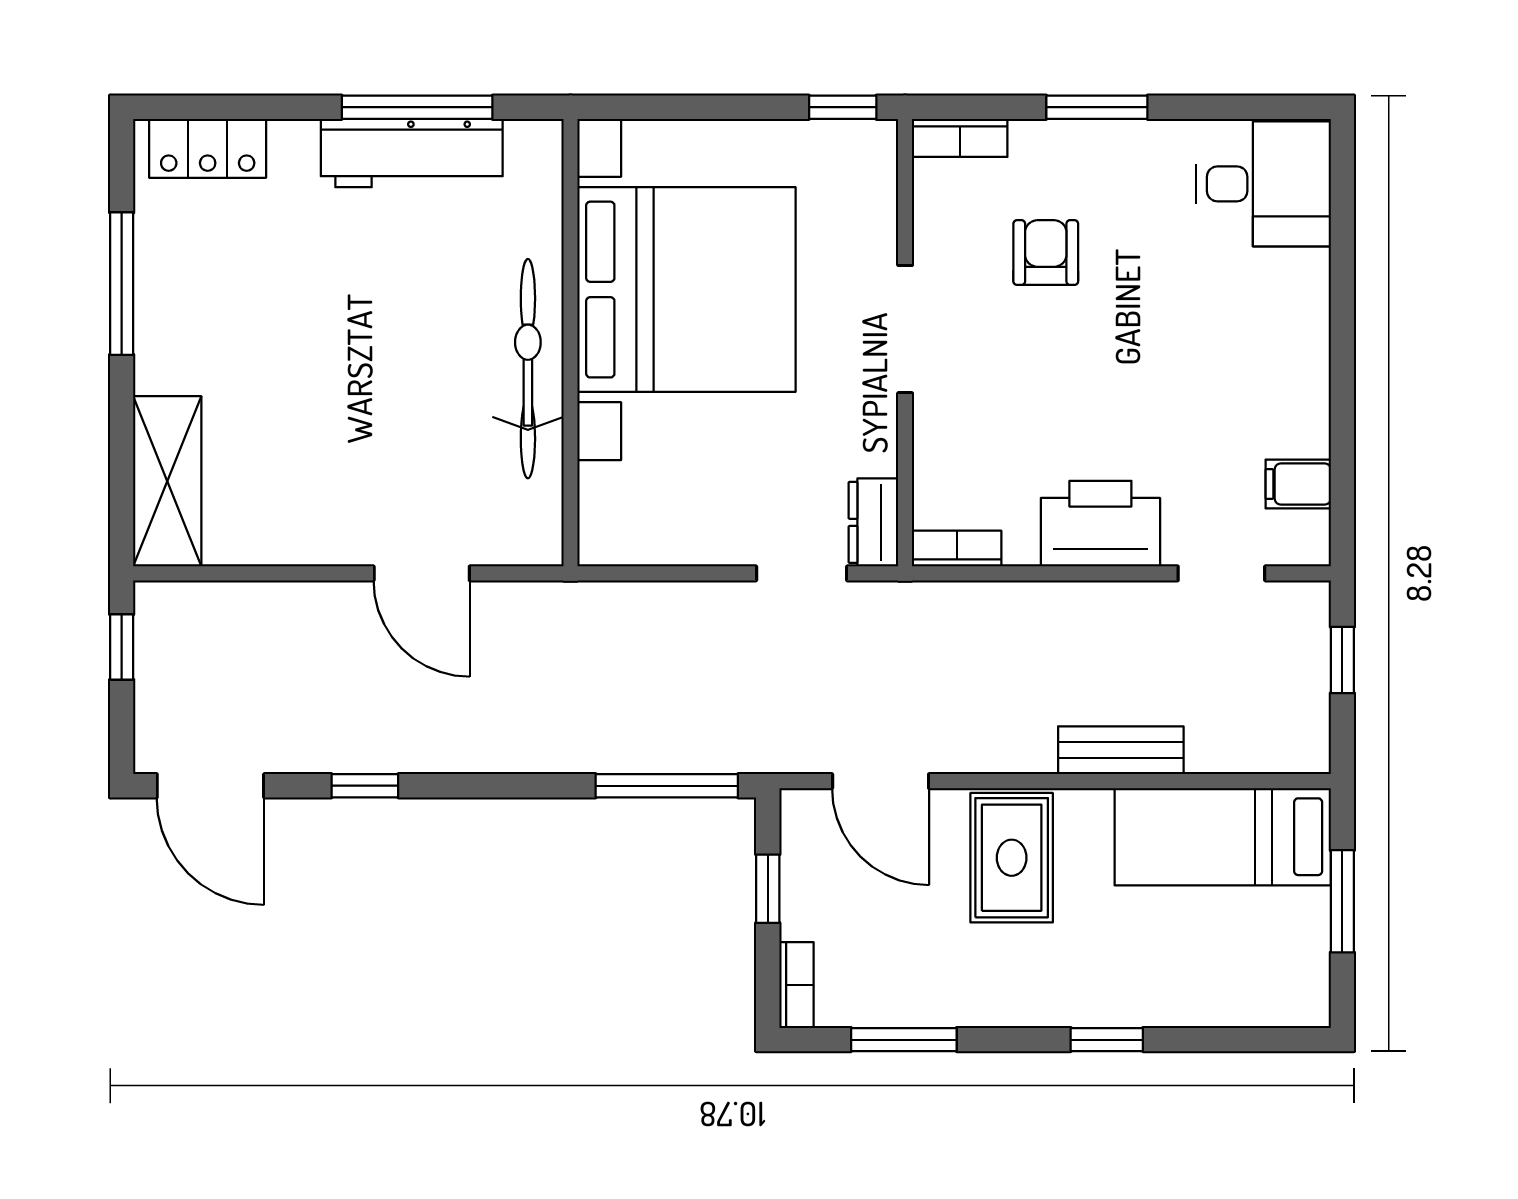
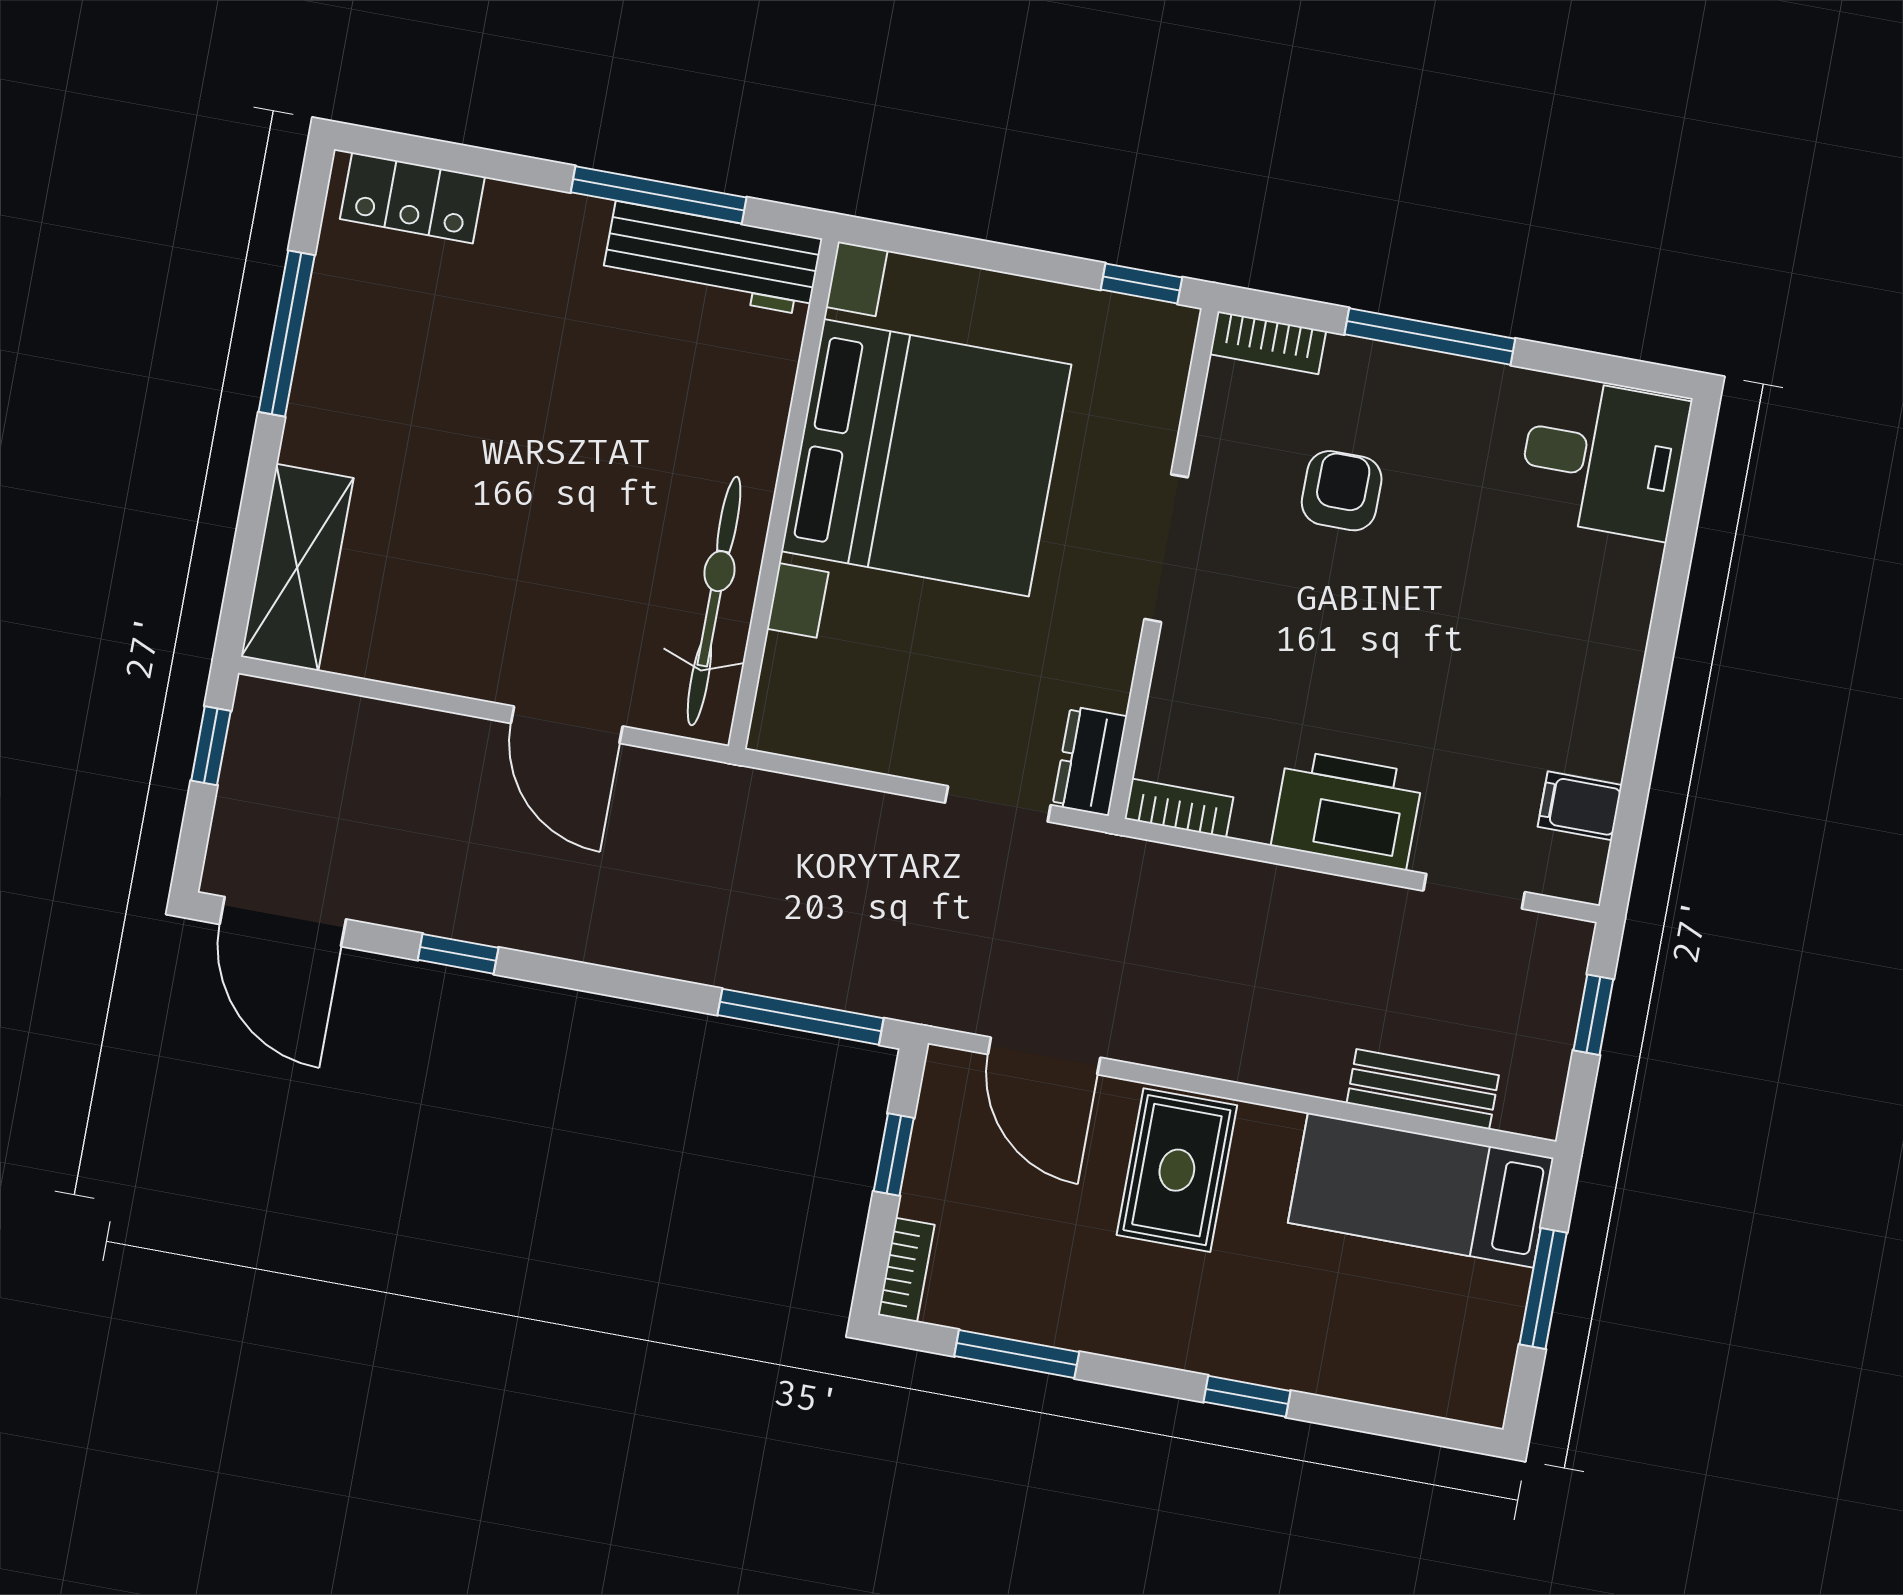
window: (1097, 107) -> (1430, 336), width x1.44
workbench: (412, 153) -> (712, 258), moved
bicycle: (528, 369) -> (714, 601), moved
bench: (1121, 750) -> (1423, 1089), moved

